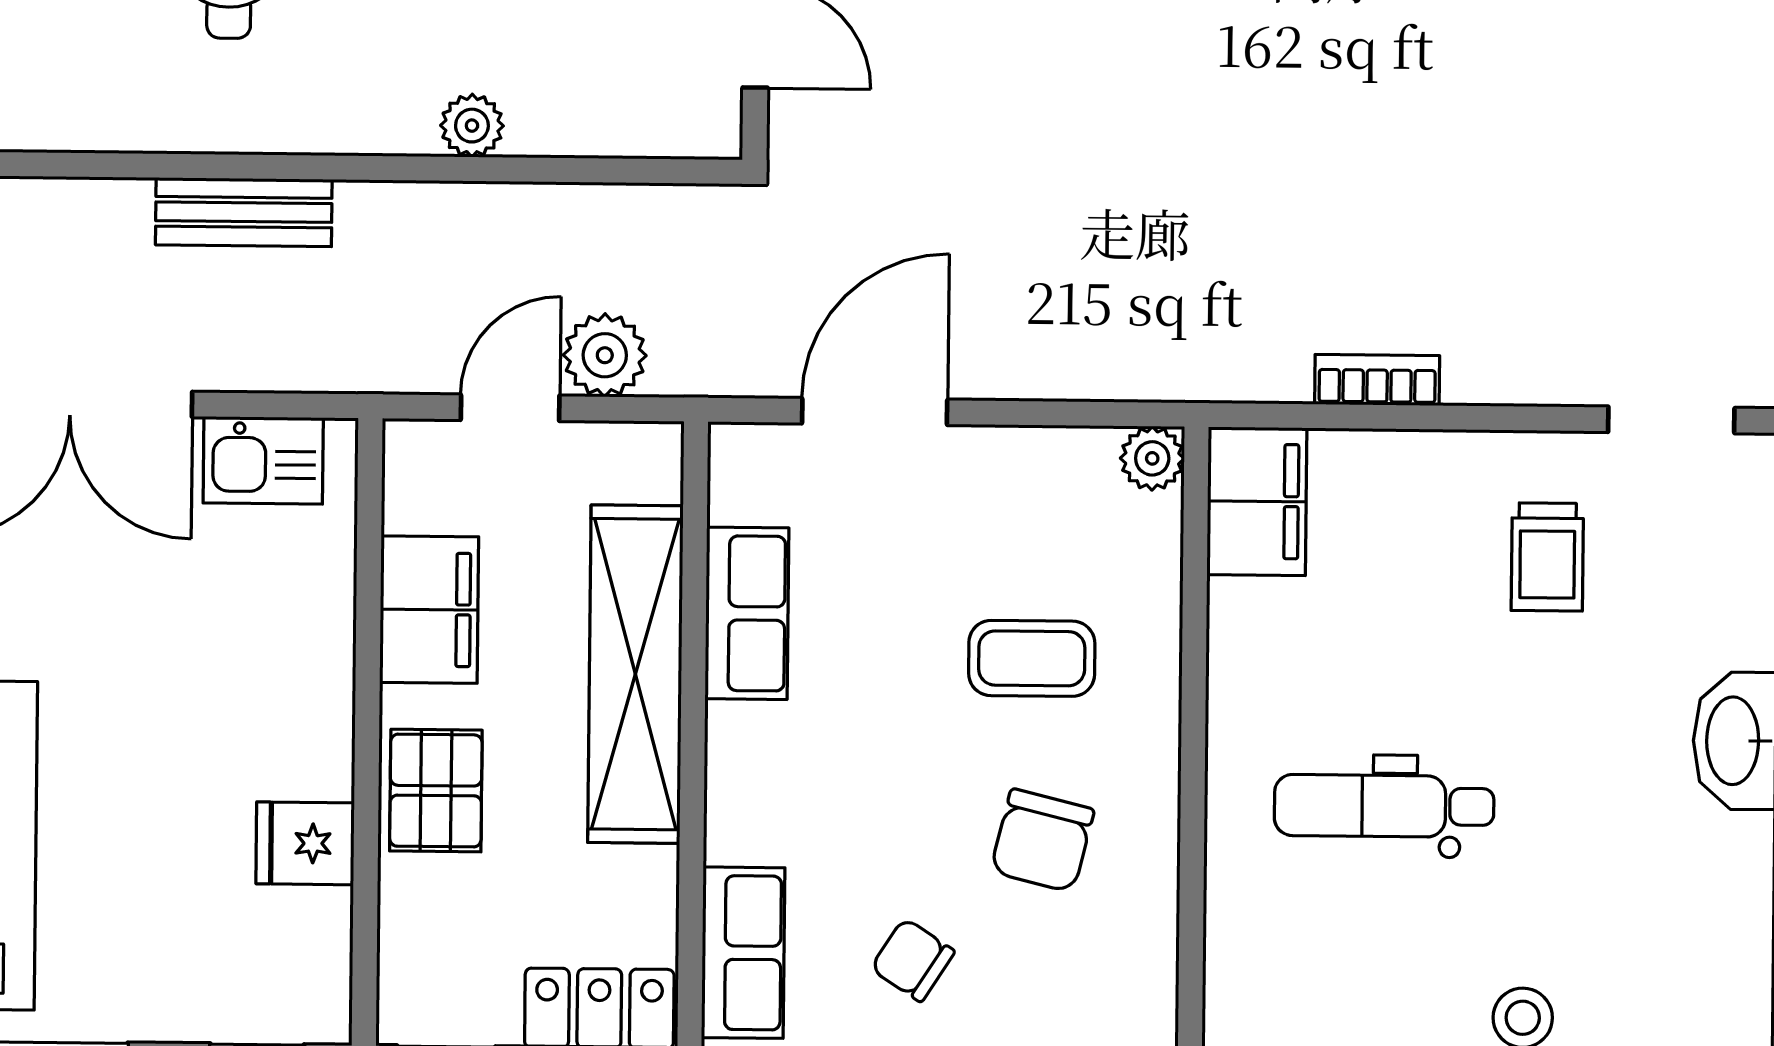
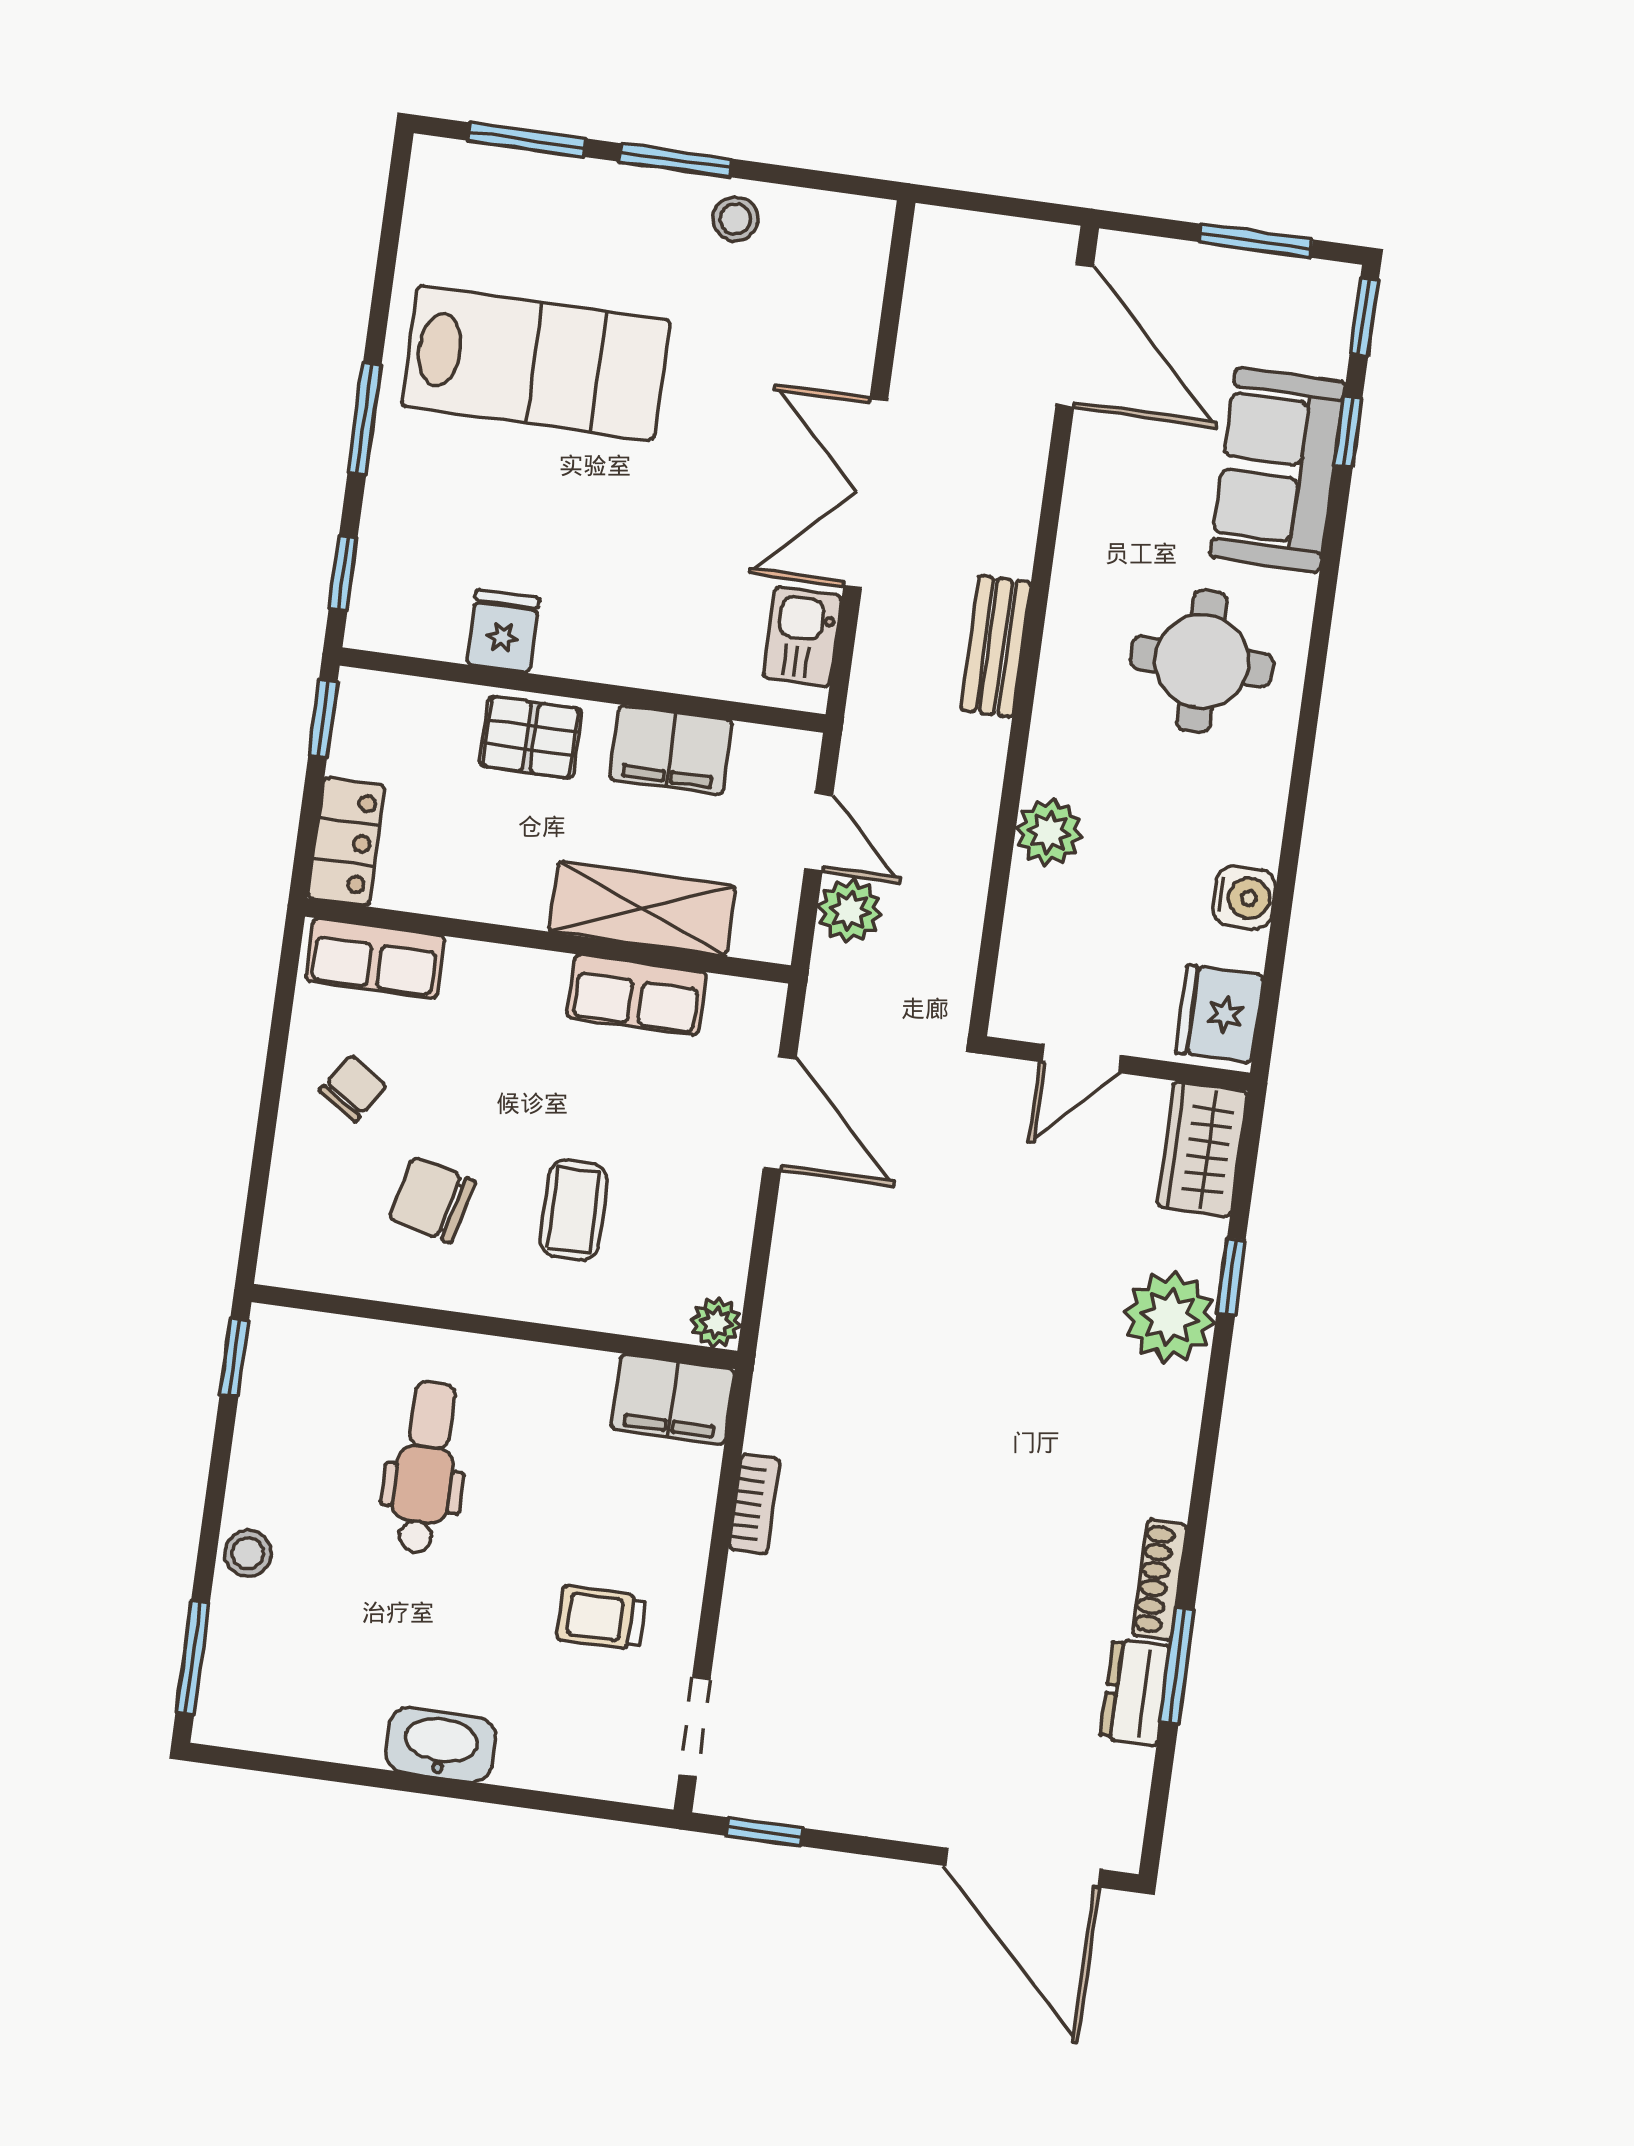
plant: (472, 126) -> (1049, 832), width x1.38, depth x1.38
shelving: (635, 674) -> (642, 908), width x0.68

